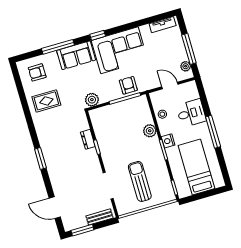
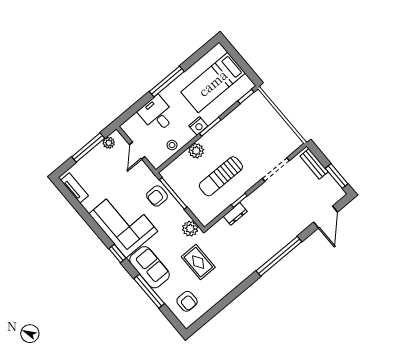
rug: (46, 101) -> (198, 262), moved
window: (40, 158) -> (279, 256), width x2.11
sun lounger: (140, 181) -> (221, 176), moved

